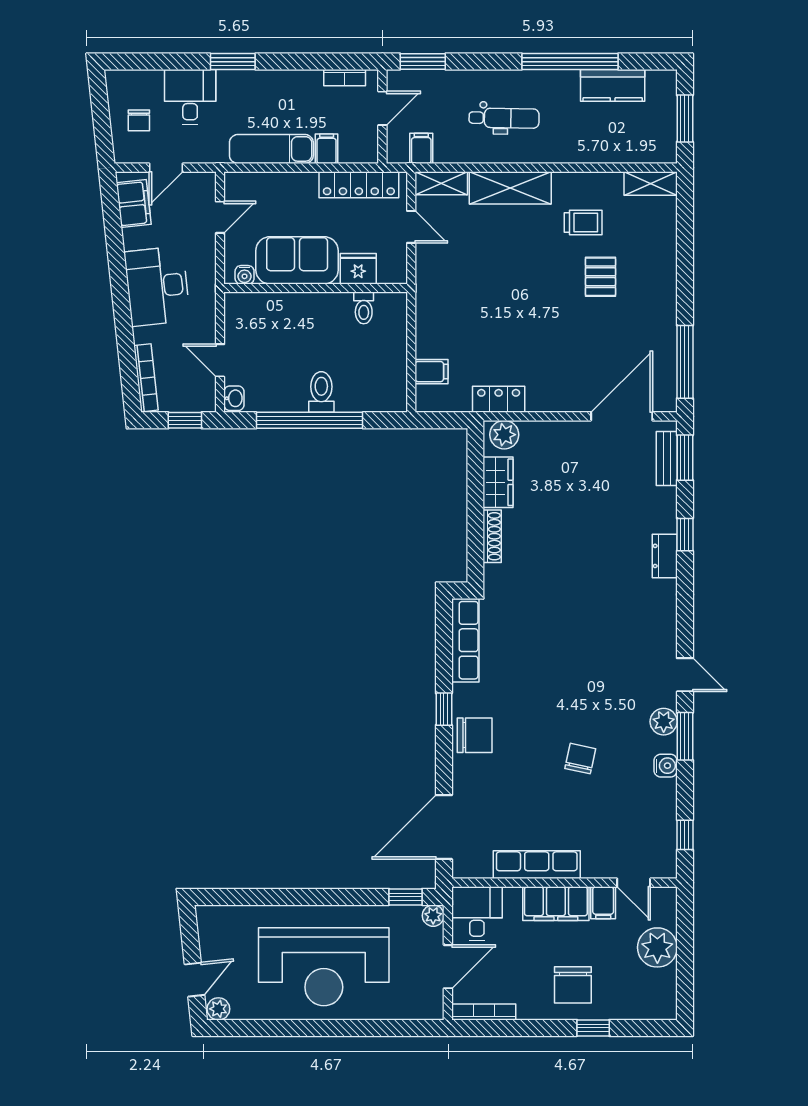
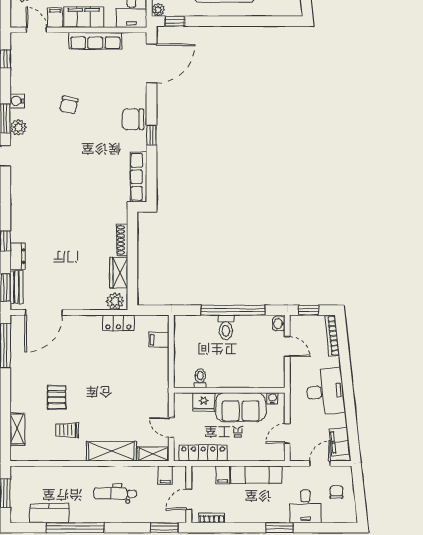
shelving: (651, 183) -> (17, 429), moved, turned 90
dresser: (665, 556) -> (18, 256), moved

